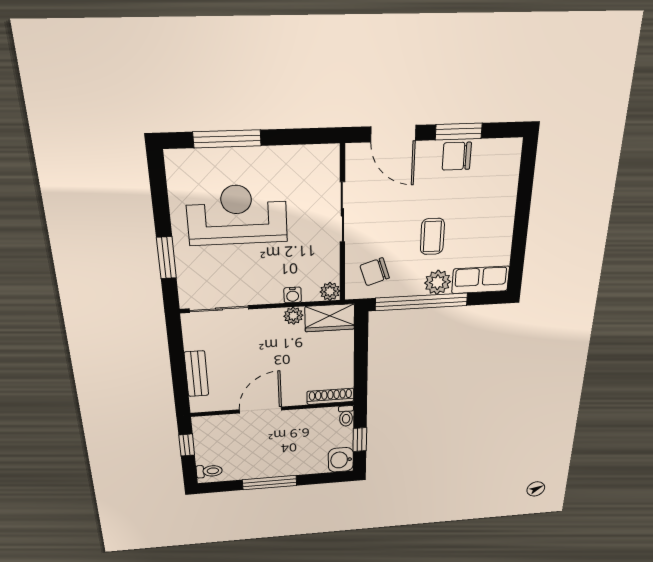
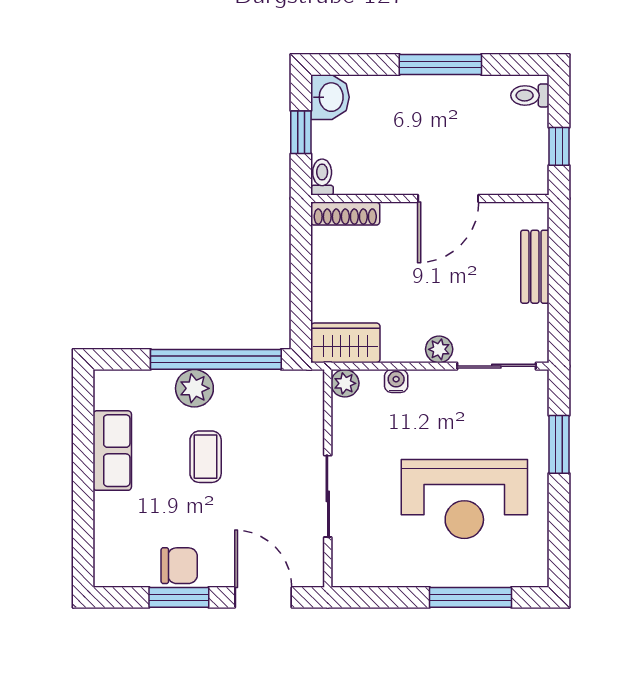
chair: (375, 272) -> (283, 409), removed
row of seats: (481, 280) -> (112, 451), moved, turned -90
plant: (293, 316) -> (439, 349), moved

